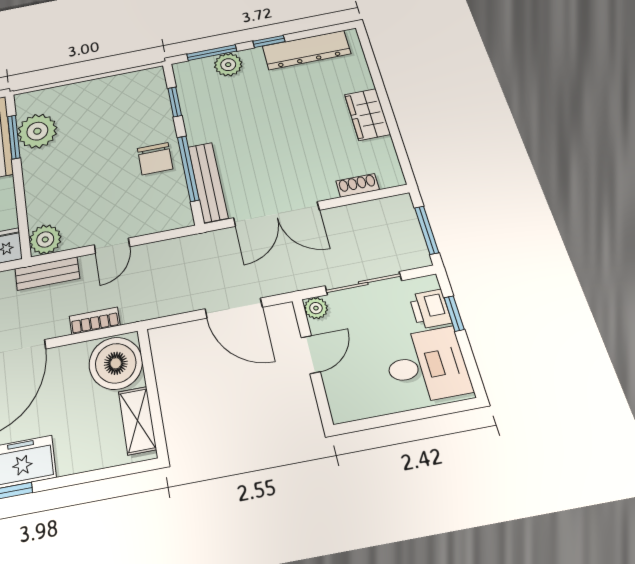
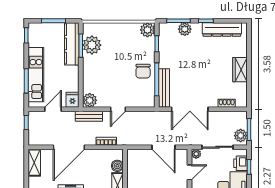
plant: (150, 81) -> (147, 30), added
plant: (411, 247) -> (241, 136), added
boiler: (116, 363) -> (117, 166), width x0.54, depth x0.54

